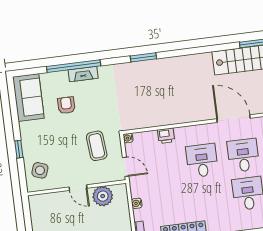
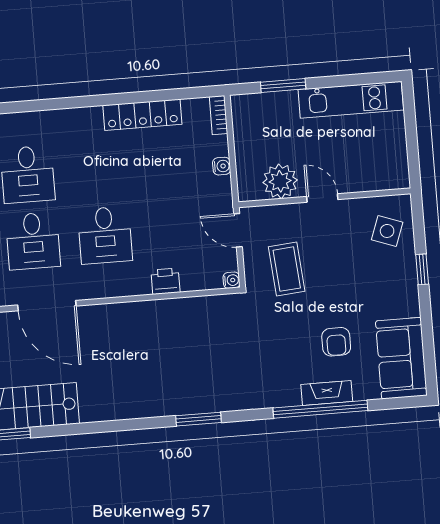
fireplace: (83, 74) -> (327, 393), moved

